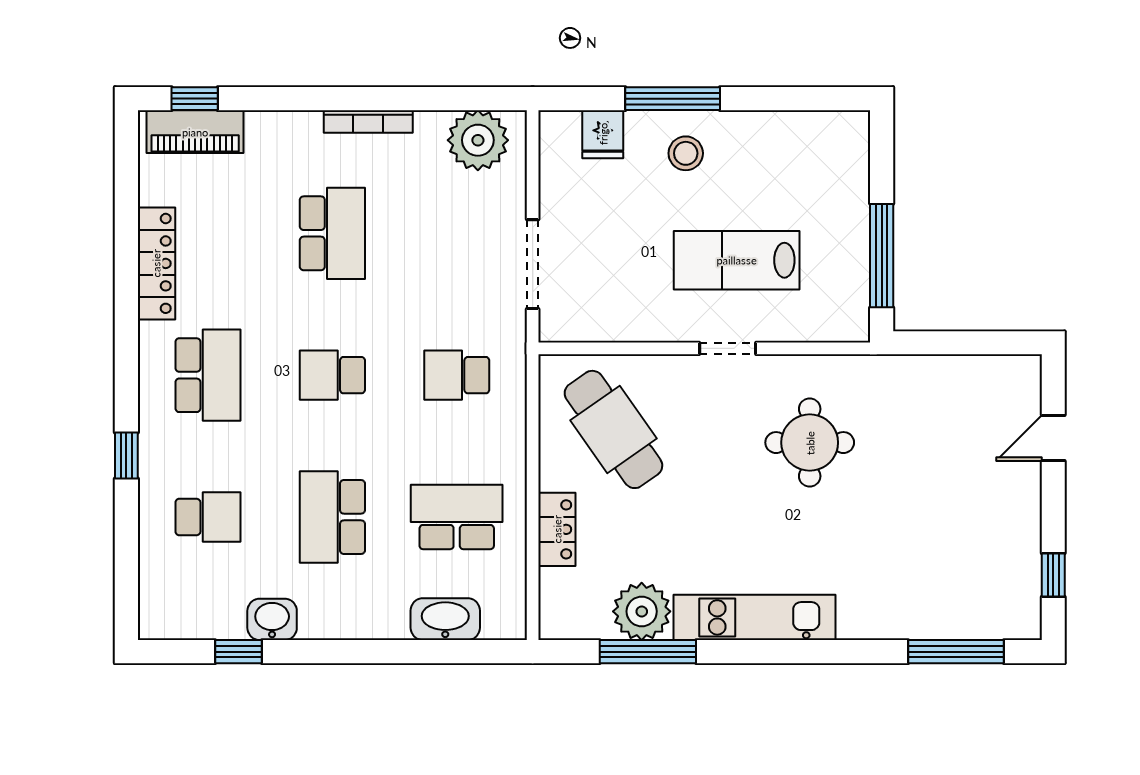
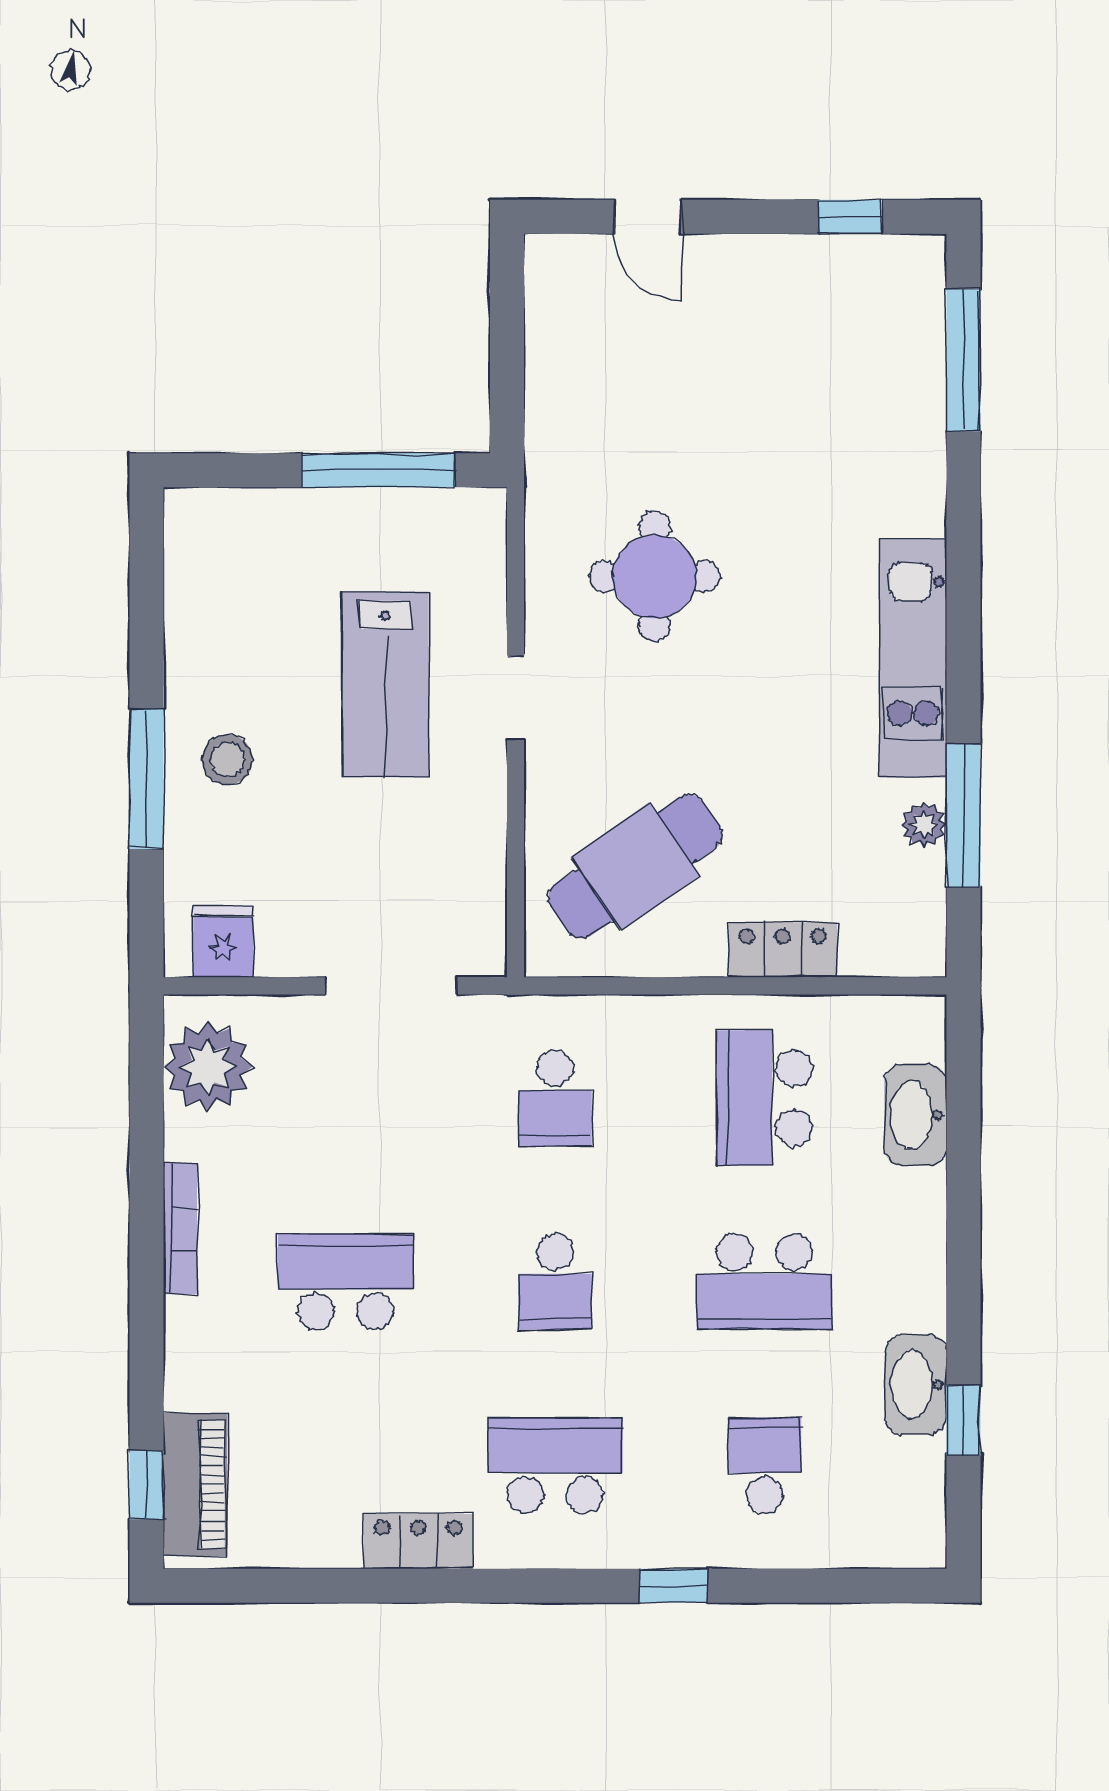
fridge: (603, 134) -> (223, 942), moved, turned -90
locker: (156, 263) -> (419, 1541), width x0.66
plant: (642, 611) -> (924, 825), width x0.53, depth x0.53
washbasin: (272, 619) -> (916, 1385), width x1.38

